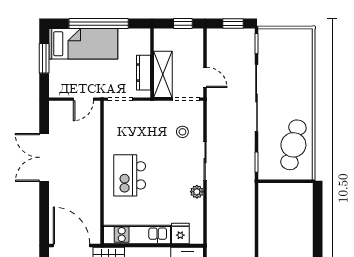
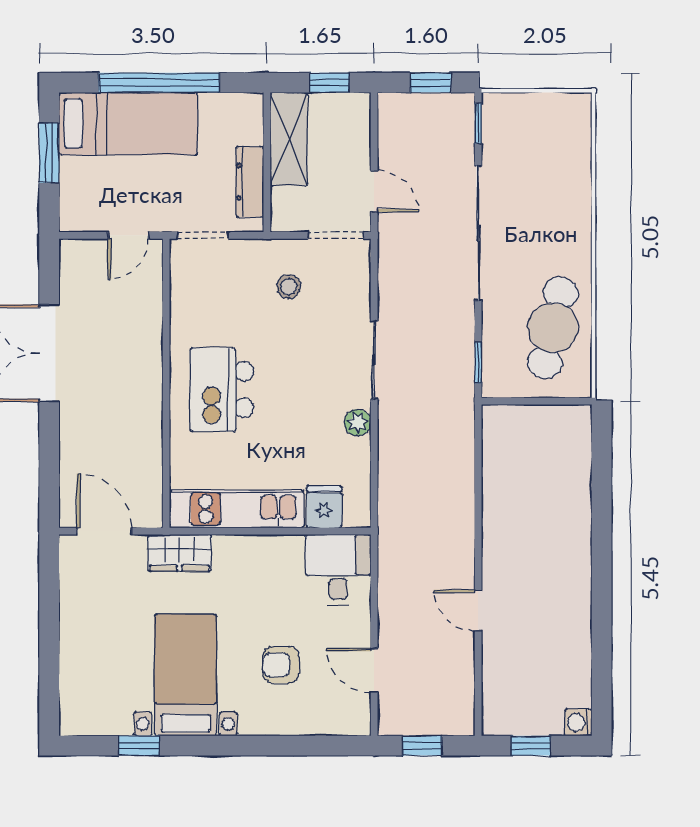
shelving: (163, 74) -> (289, 139), moved
stool: (182, 132) -> (289, 287), moved
door: (71, 246) -> (104, 531), width x0.73

